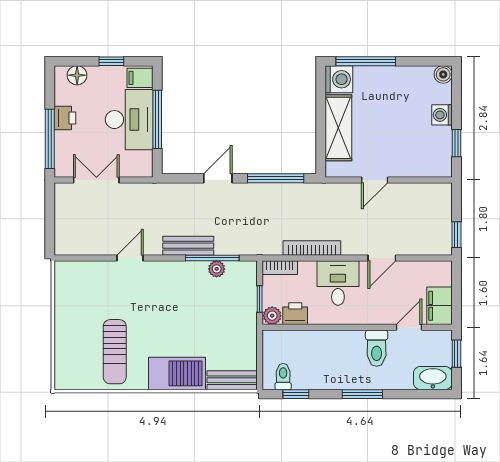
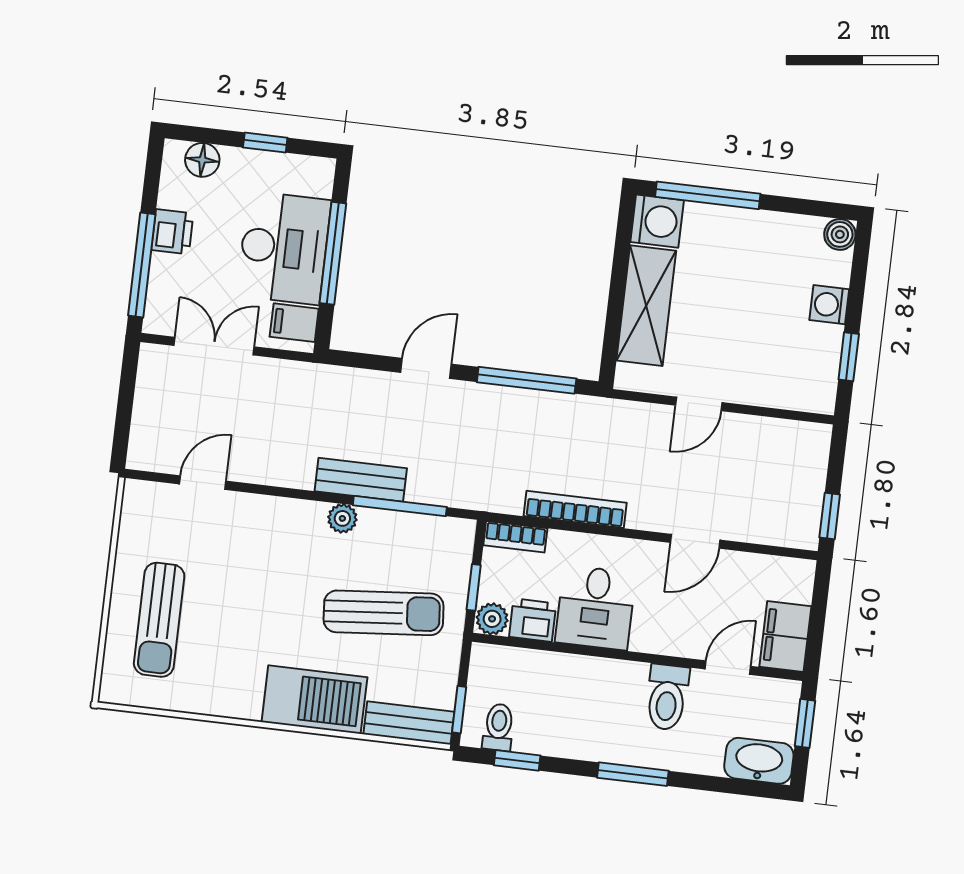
filing cabinet: (140, 78) -> (294, 323), moved
door: (130, 258) -> (203, 483), moved
plant: (217, 269) -> (342, 518), moved
desk: (338, 283) -> (595, 608), moved, turned 180
sun lounger: (210, 320) -> (384, 613), added
sun lounger: (115, 352) -> (159, 620), moved
window: (260, 369) -> (459, 710), added

